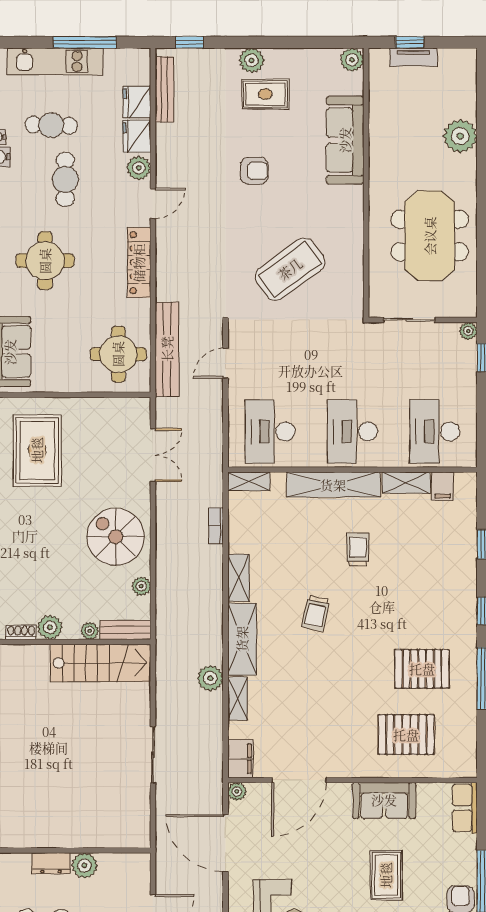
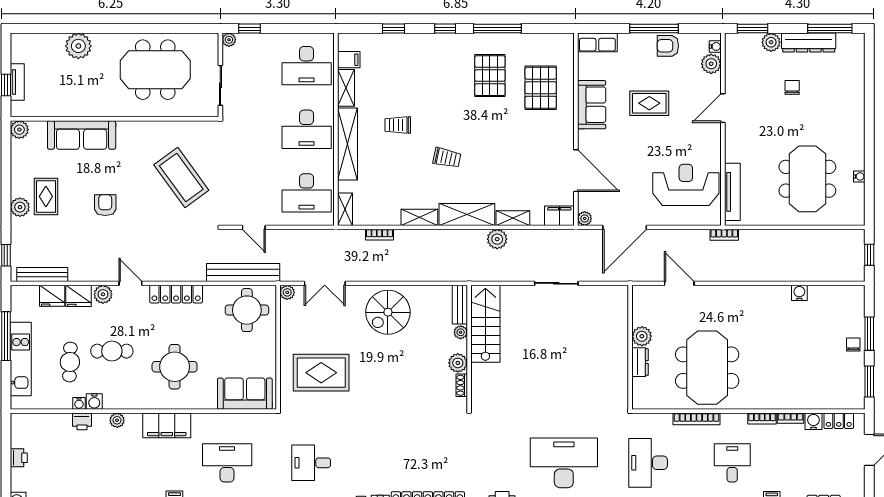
double door: (153, 455) -> (325, 283), swing flipped
plant: (141, 586) -> (287, 292), moved

